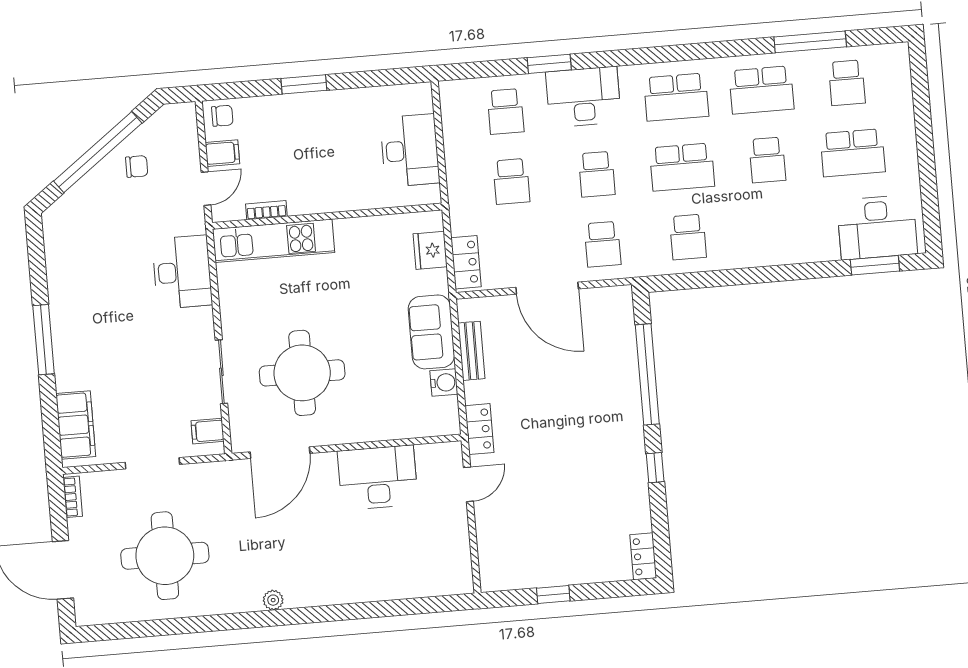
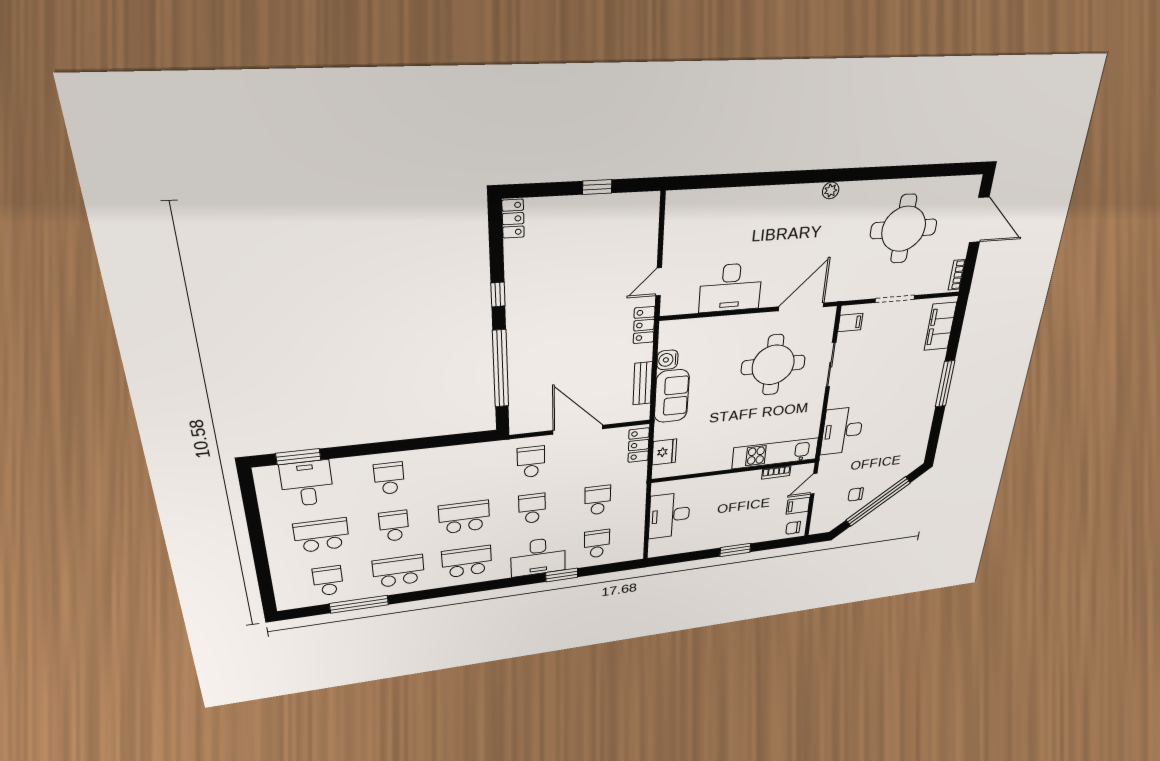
desk: (877, 227) -> (307, 483), width x0.73
school desk: (688, 237) -> (389, 478), moved

